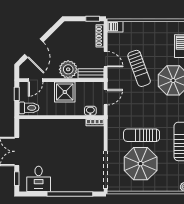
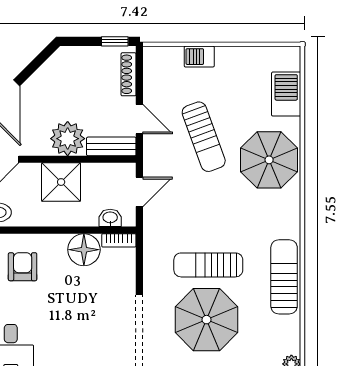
barbecue: (115, 27) -> (199, 57), moved
floor lamp: (77, 127) -> (84, 250), added
armchair: (45, 136) -> (23, 267), added

